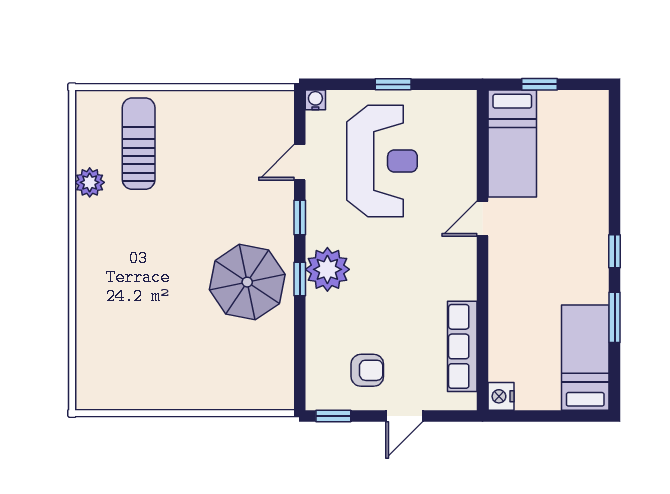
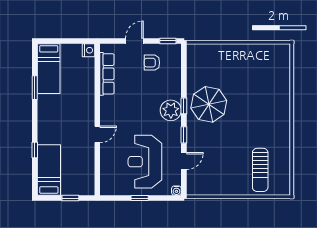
bed: (512, 144) -> (49, 170), moved
plant: (90, 182) -> (283, 152), removed
window: (615, 251) -> (35, 150), moved

